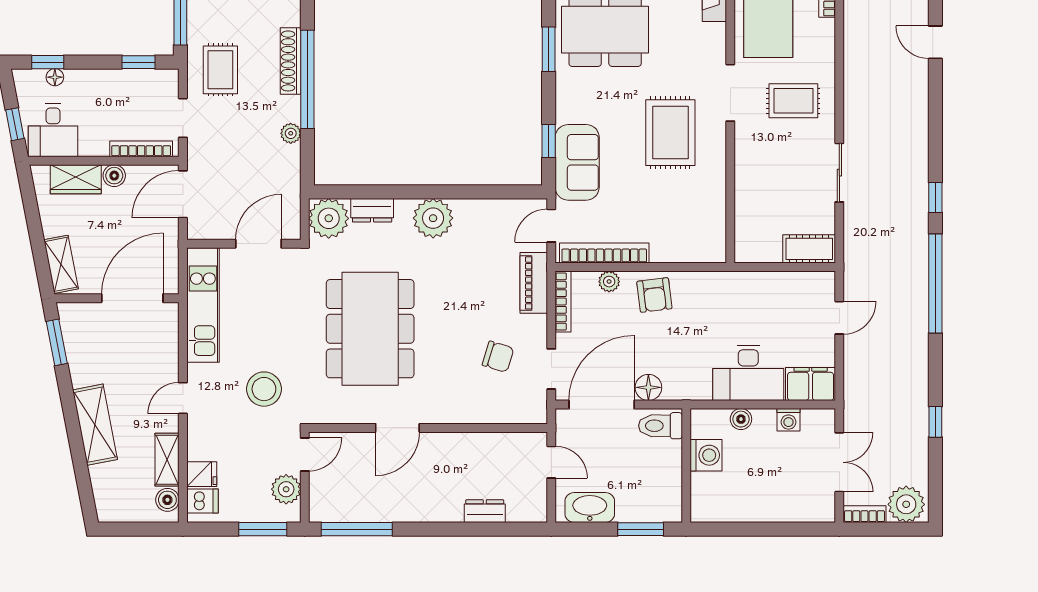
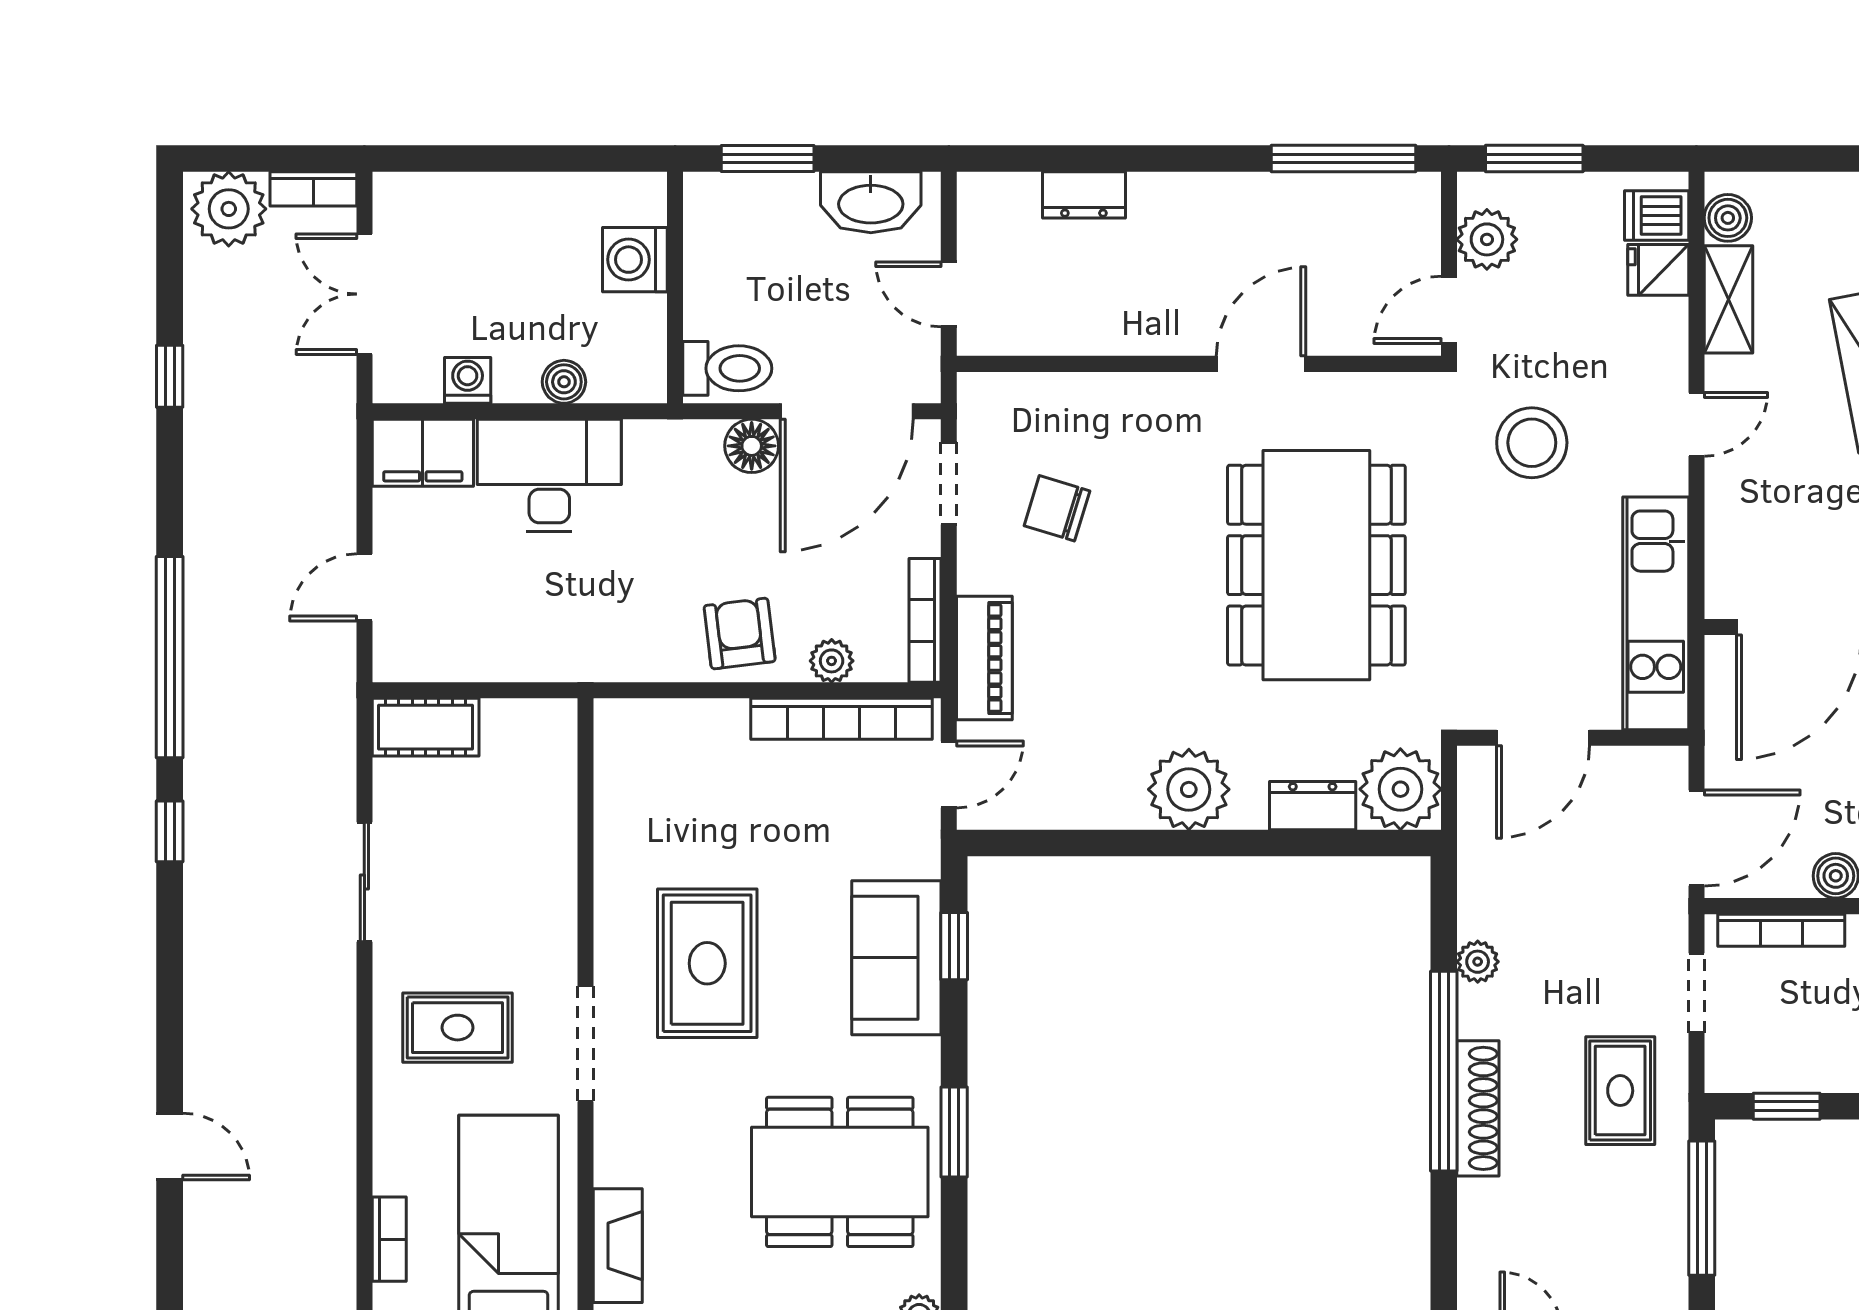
sofa: (577, 162) -> (896, 958), moved
washing machine: (706, 455) -> (635, 260), moved

